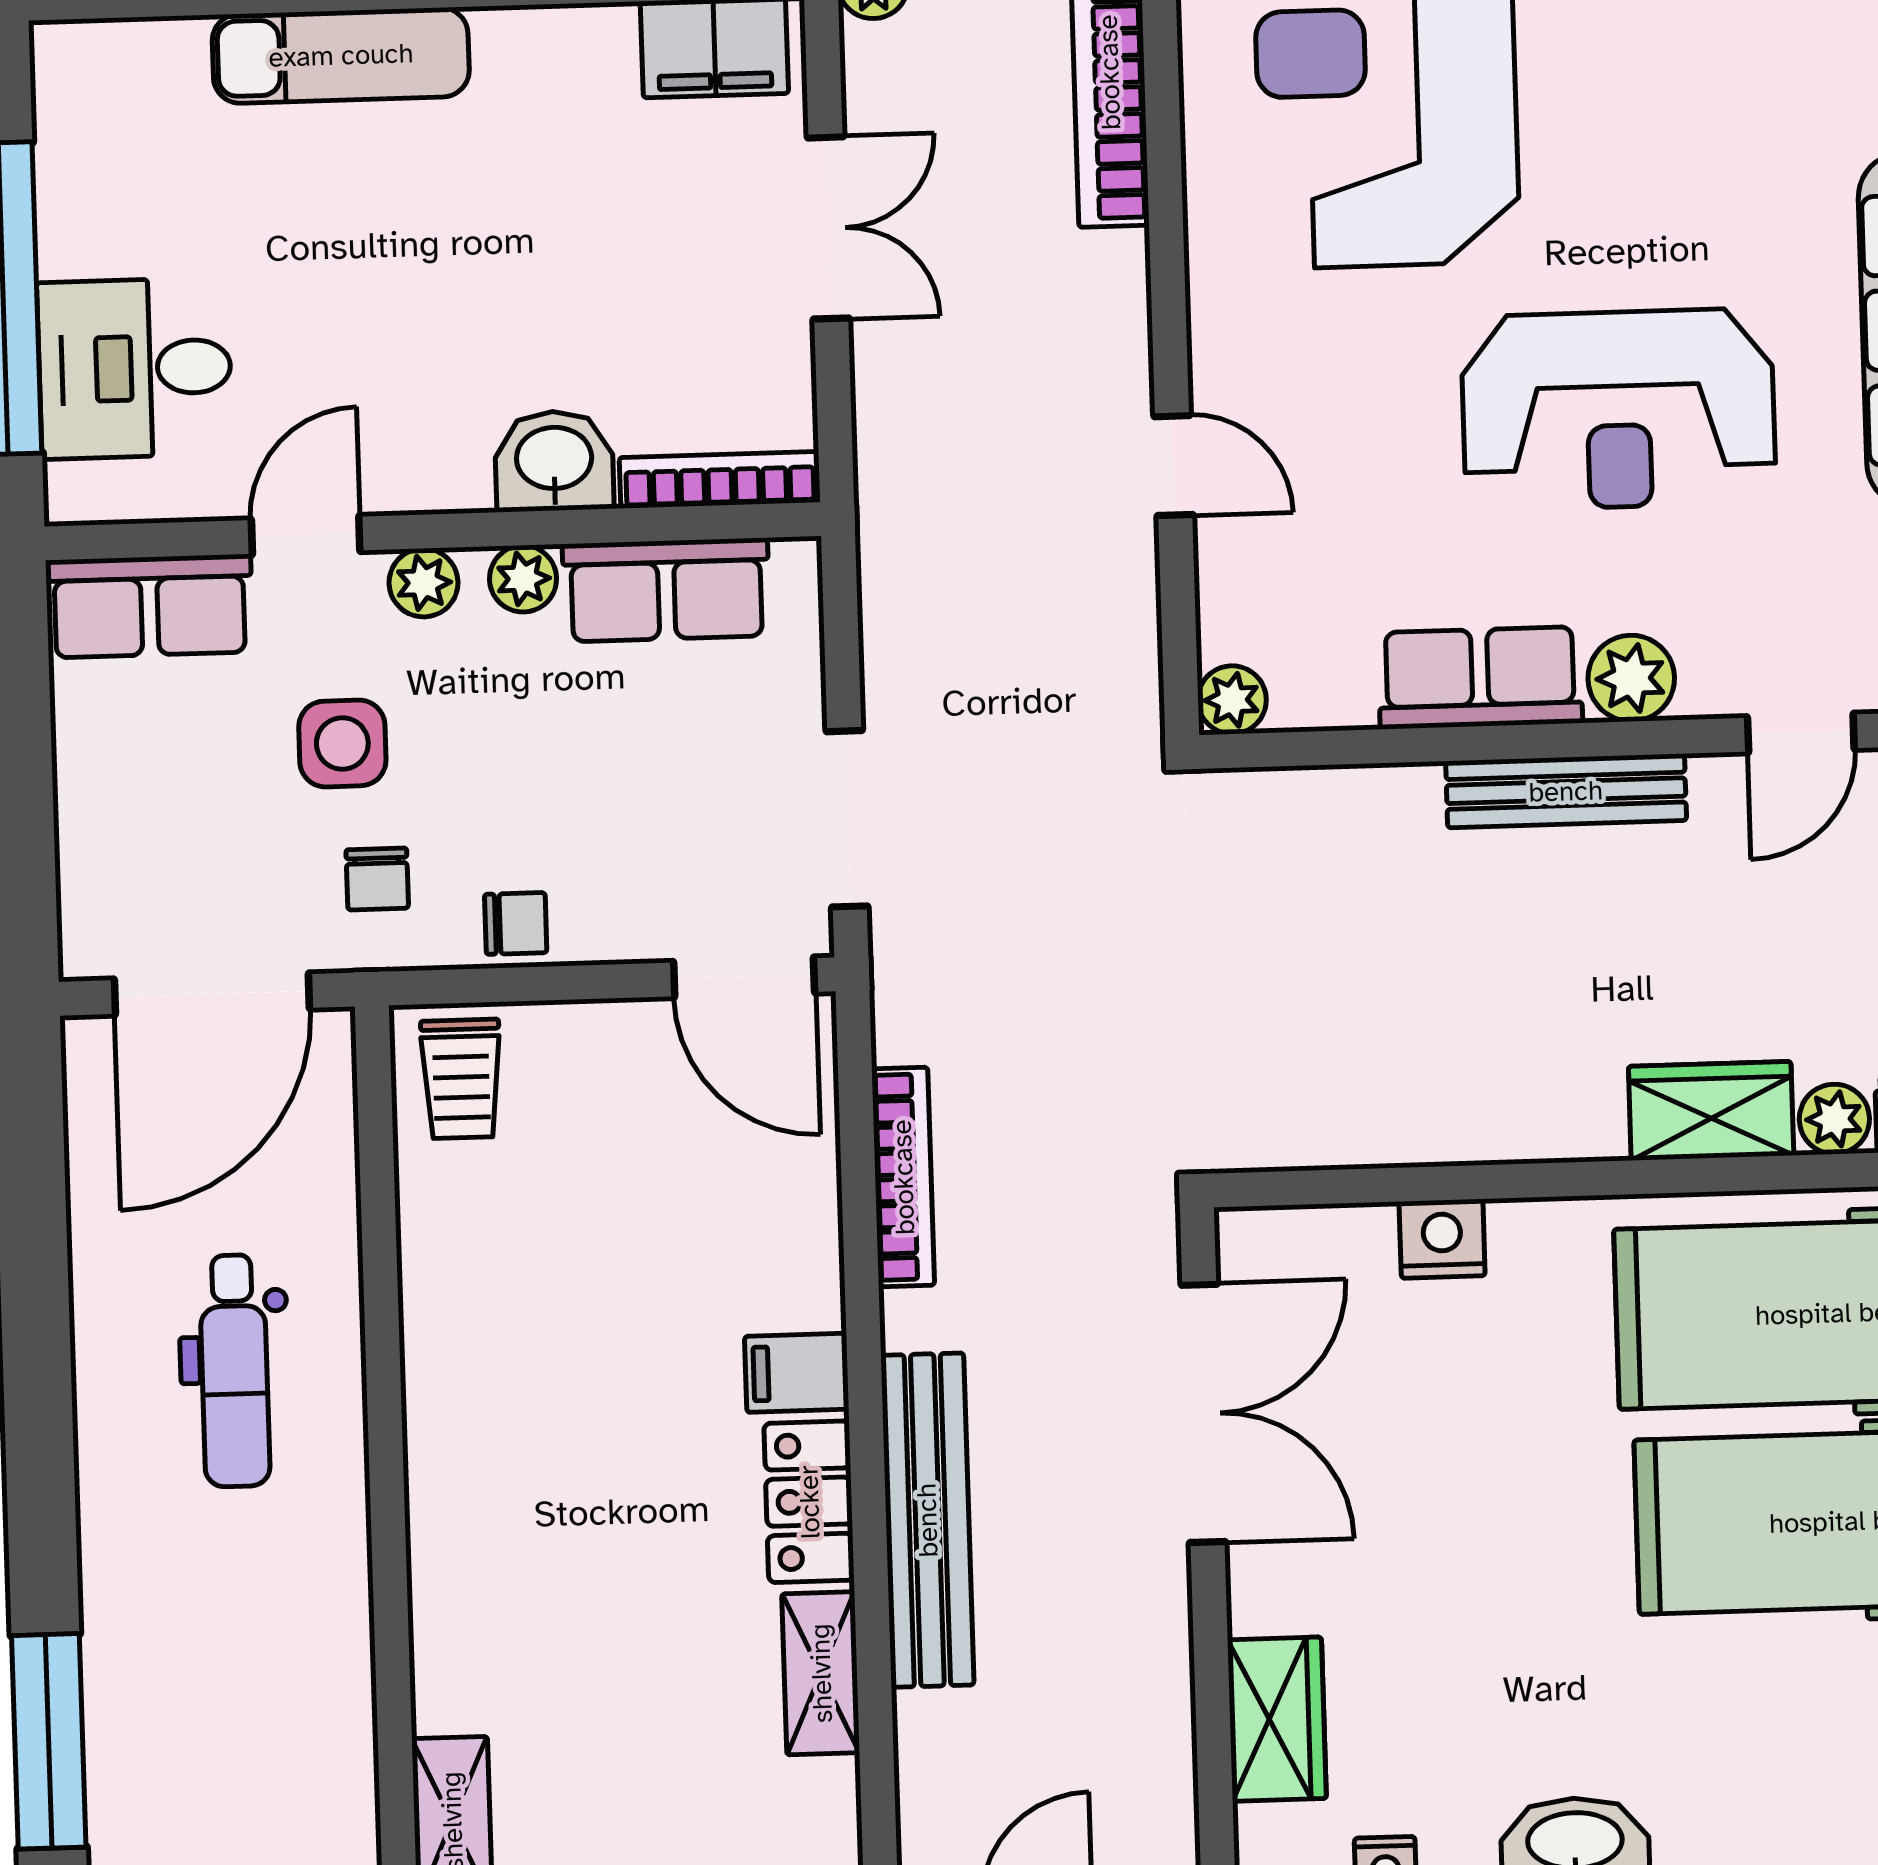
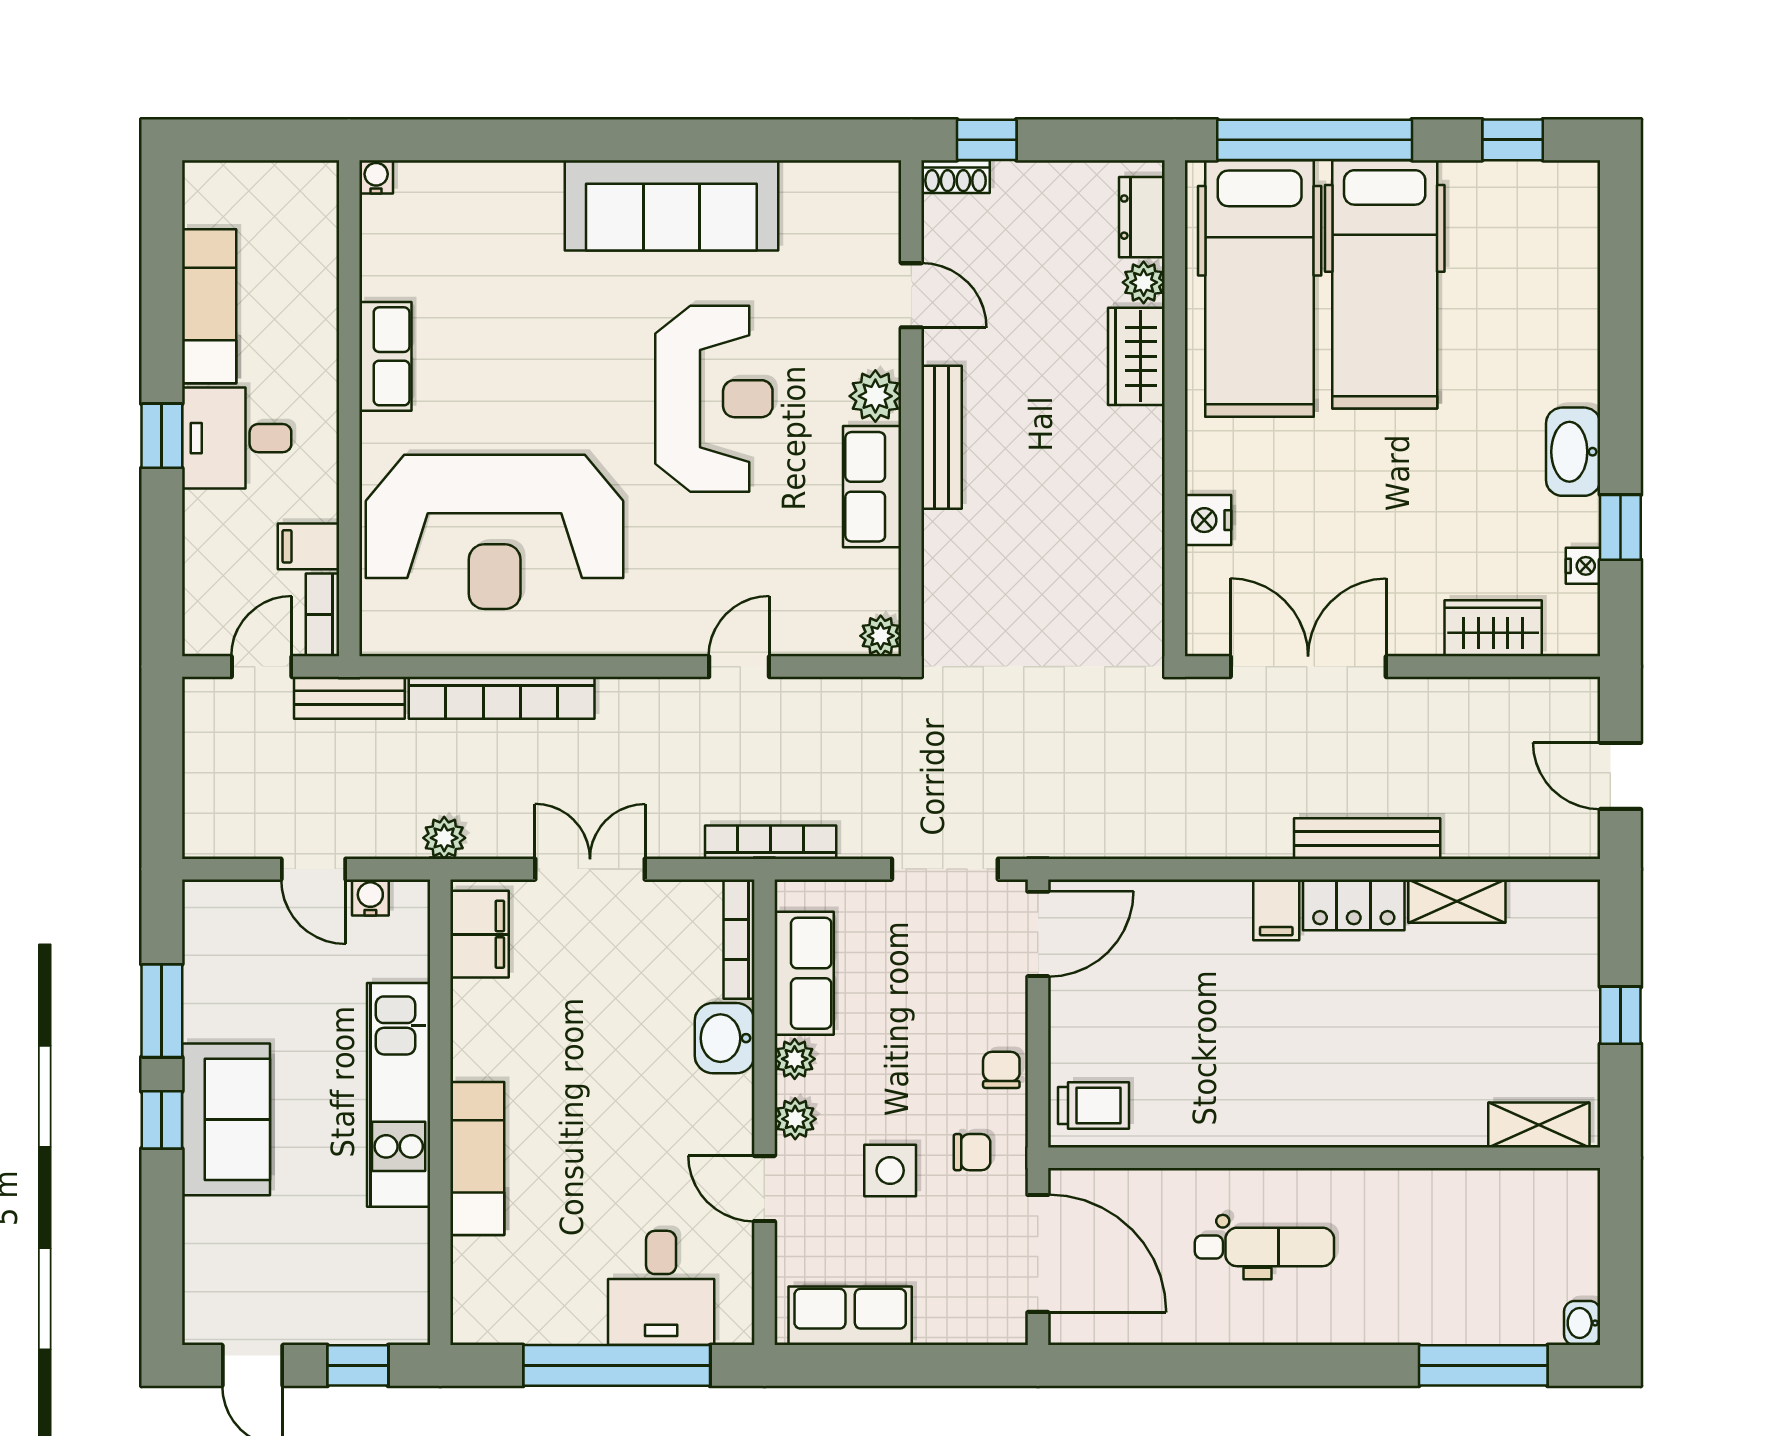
row of seats: (149, 606) -> (850, 1316), moved, turned -90
bookcase: (903, 1177) -> (771, 842), moved
bench: (927, 1520) -> (1367, 839), width x0.73, depth x0.82

